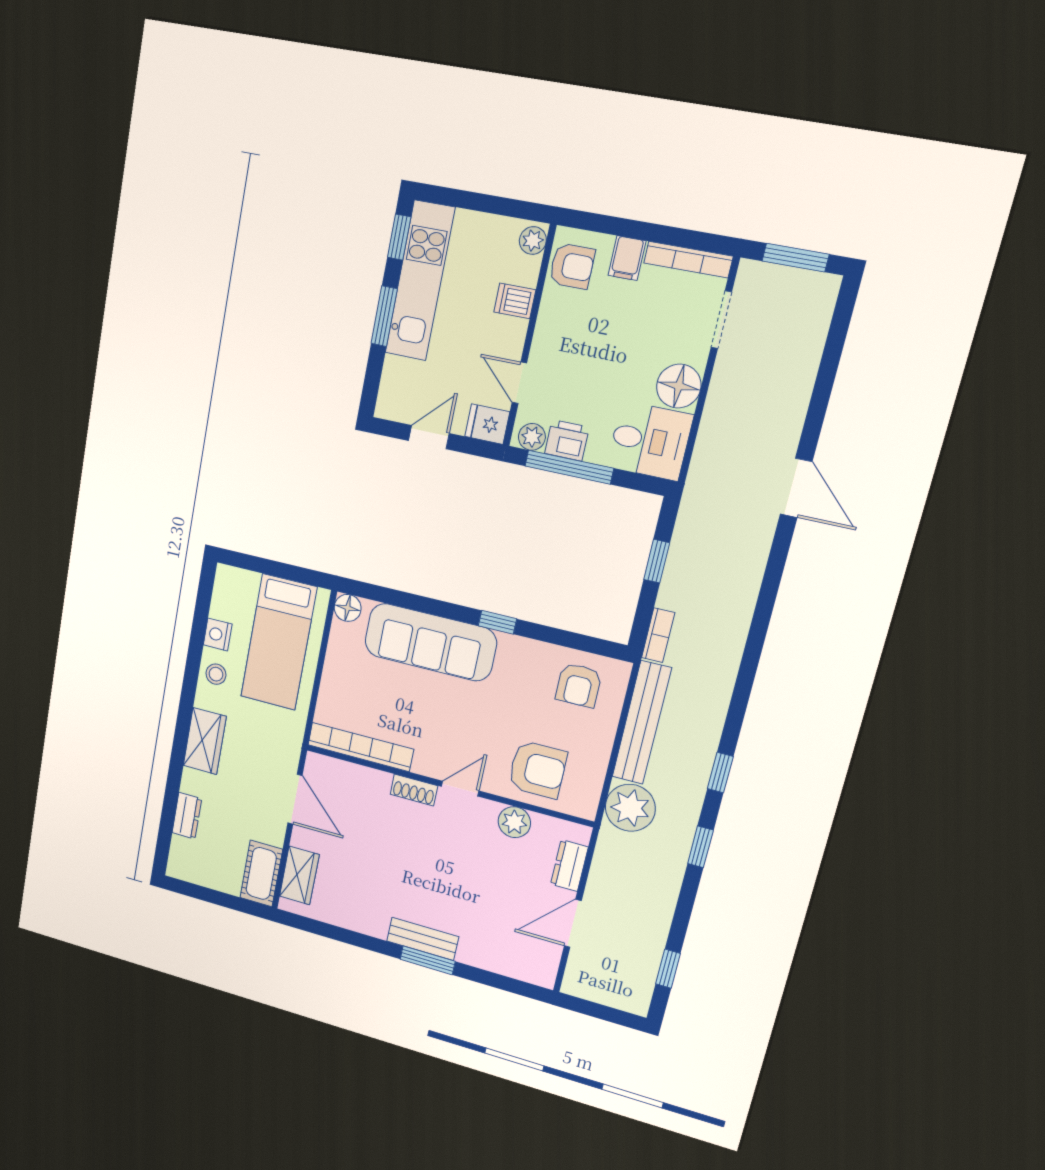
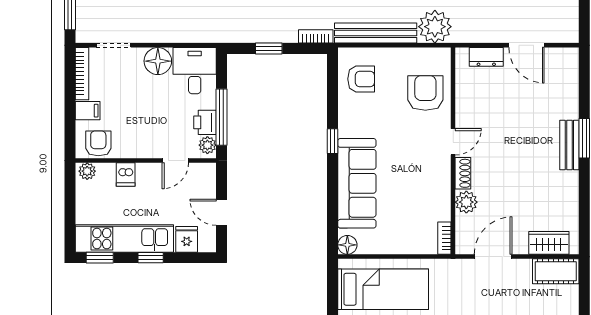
window: (384, 316) -> (151, 258), width x0.67
fridge: (487, 424) -> (187, 239), moved, turned 180
bookcase: (360, 747) -> (444, 238), width x0.43, depth x0.76
door: (460, 789) -> (453, 142), swing flipped
plant: (514, 822) -> (466, 202), moved

